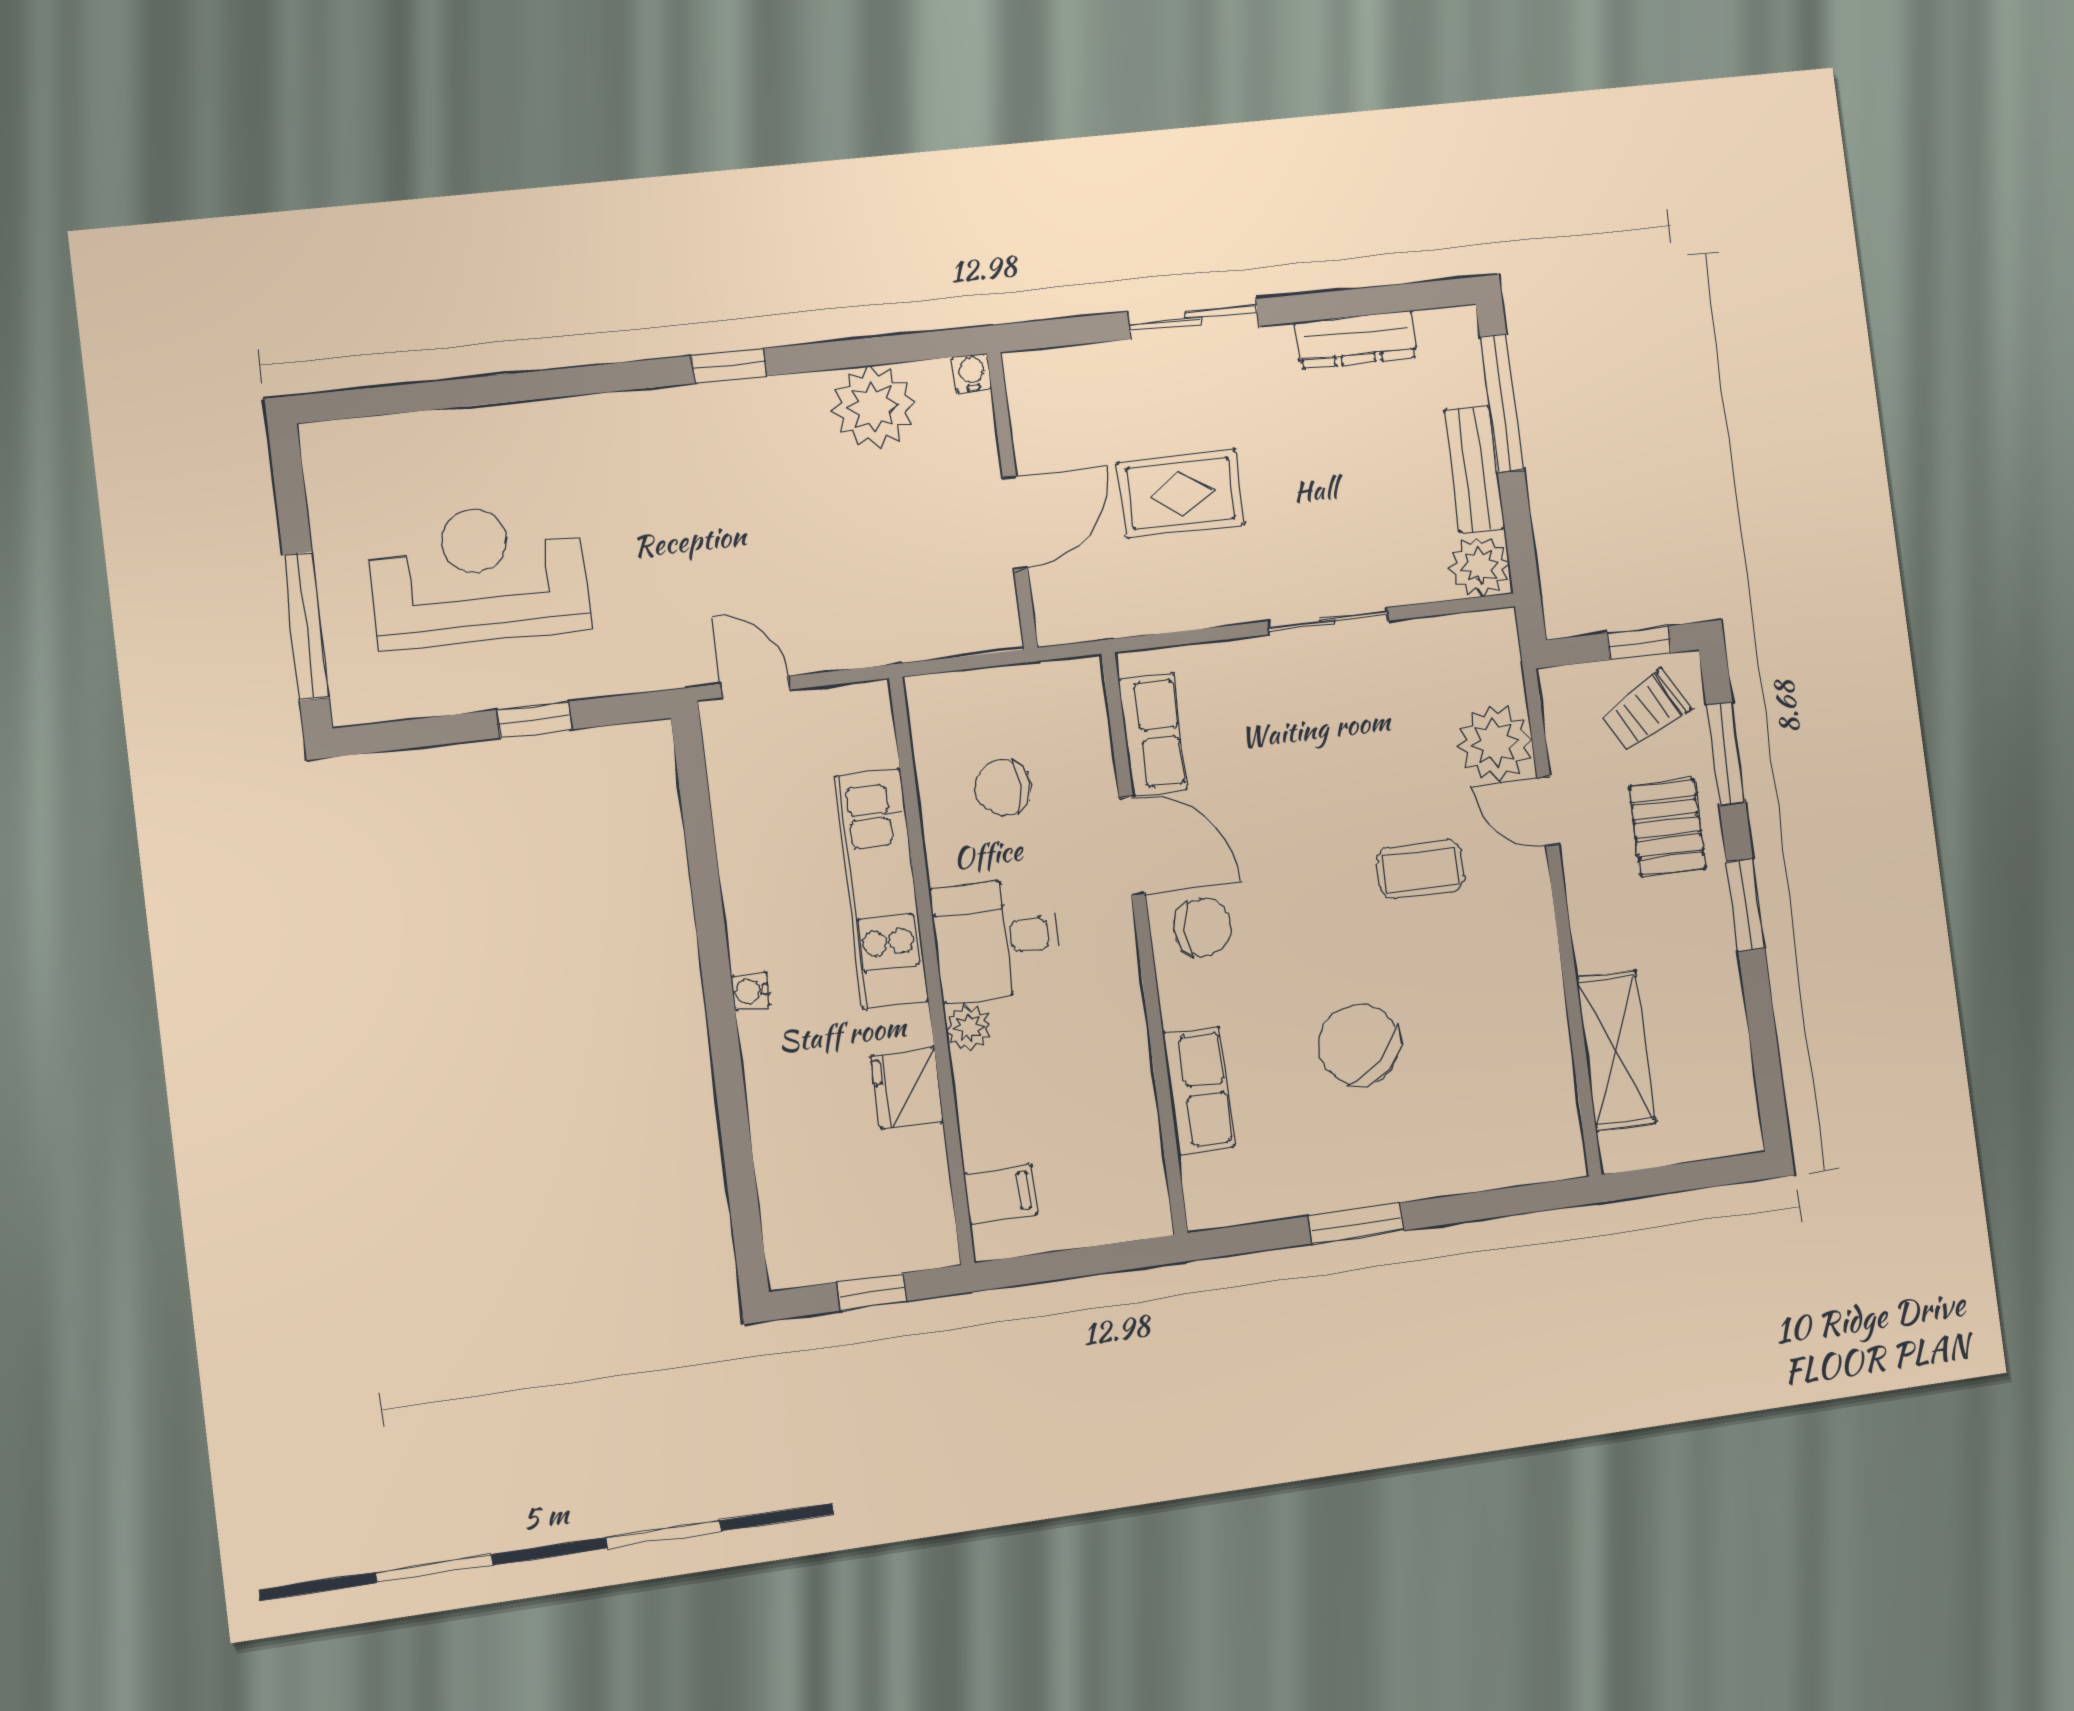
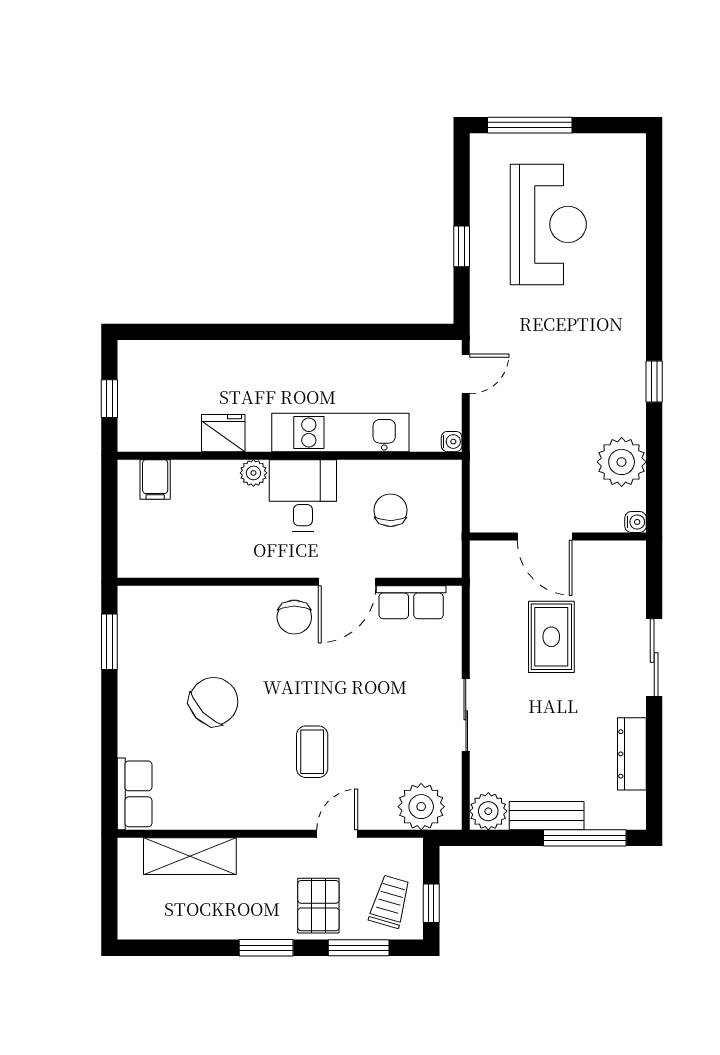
trolley: (1646, 711) -> (390, 902), turned 45
plant: (1495, 743) -> (421, 807), moved
pallet: (1667, 828) -> (318, 906), turned 90
water cooler: (750, 991) -> (452, 442), moved, turned 90
row of seats: (1199, 1090) -> (135, 794), moved, turned -90
window: (1356, 1223) -> (109, 642), moved

